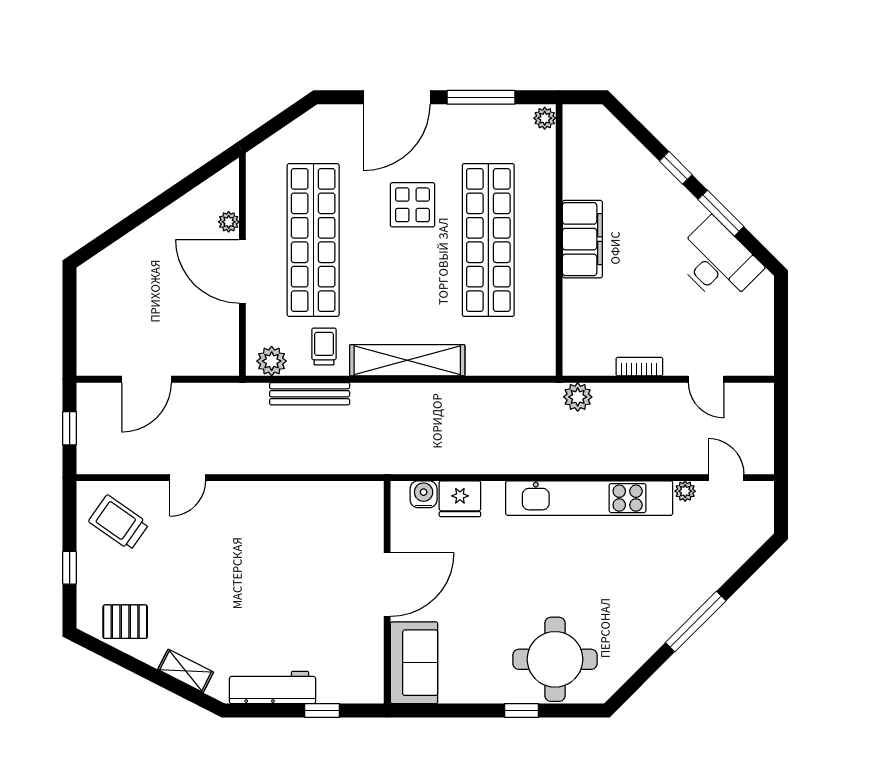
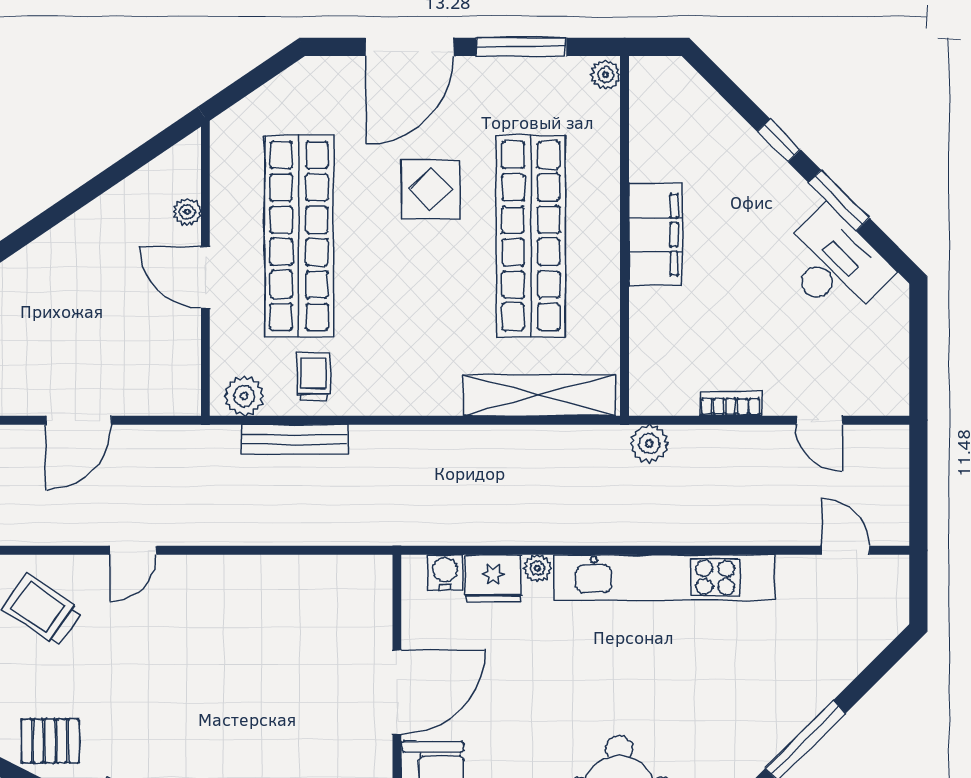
door: (242, 271) -> (205, 277), width x0.73
shelving: (407, 360) -> (539, 395), moved
plant: (685, 491) -> (537, 568), moved

